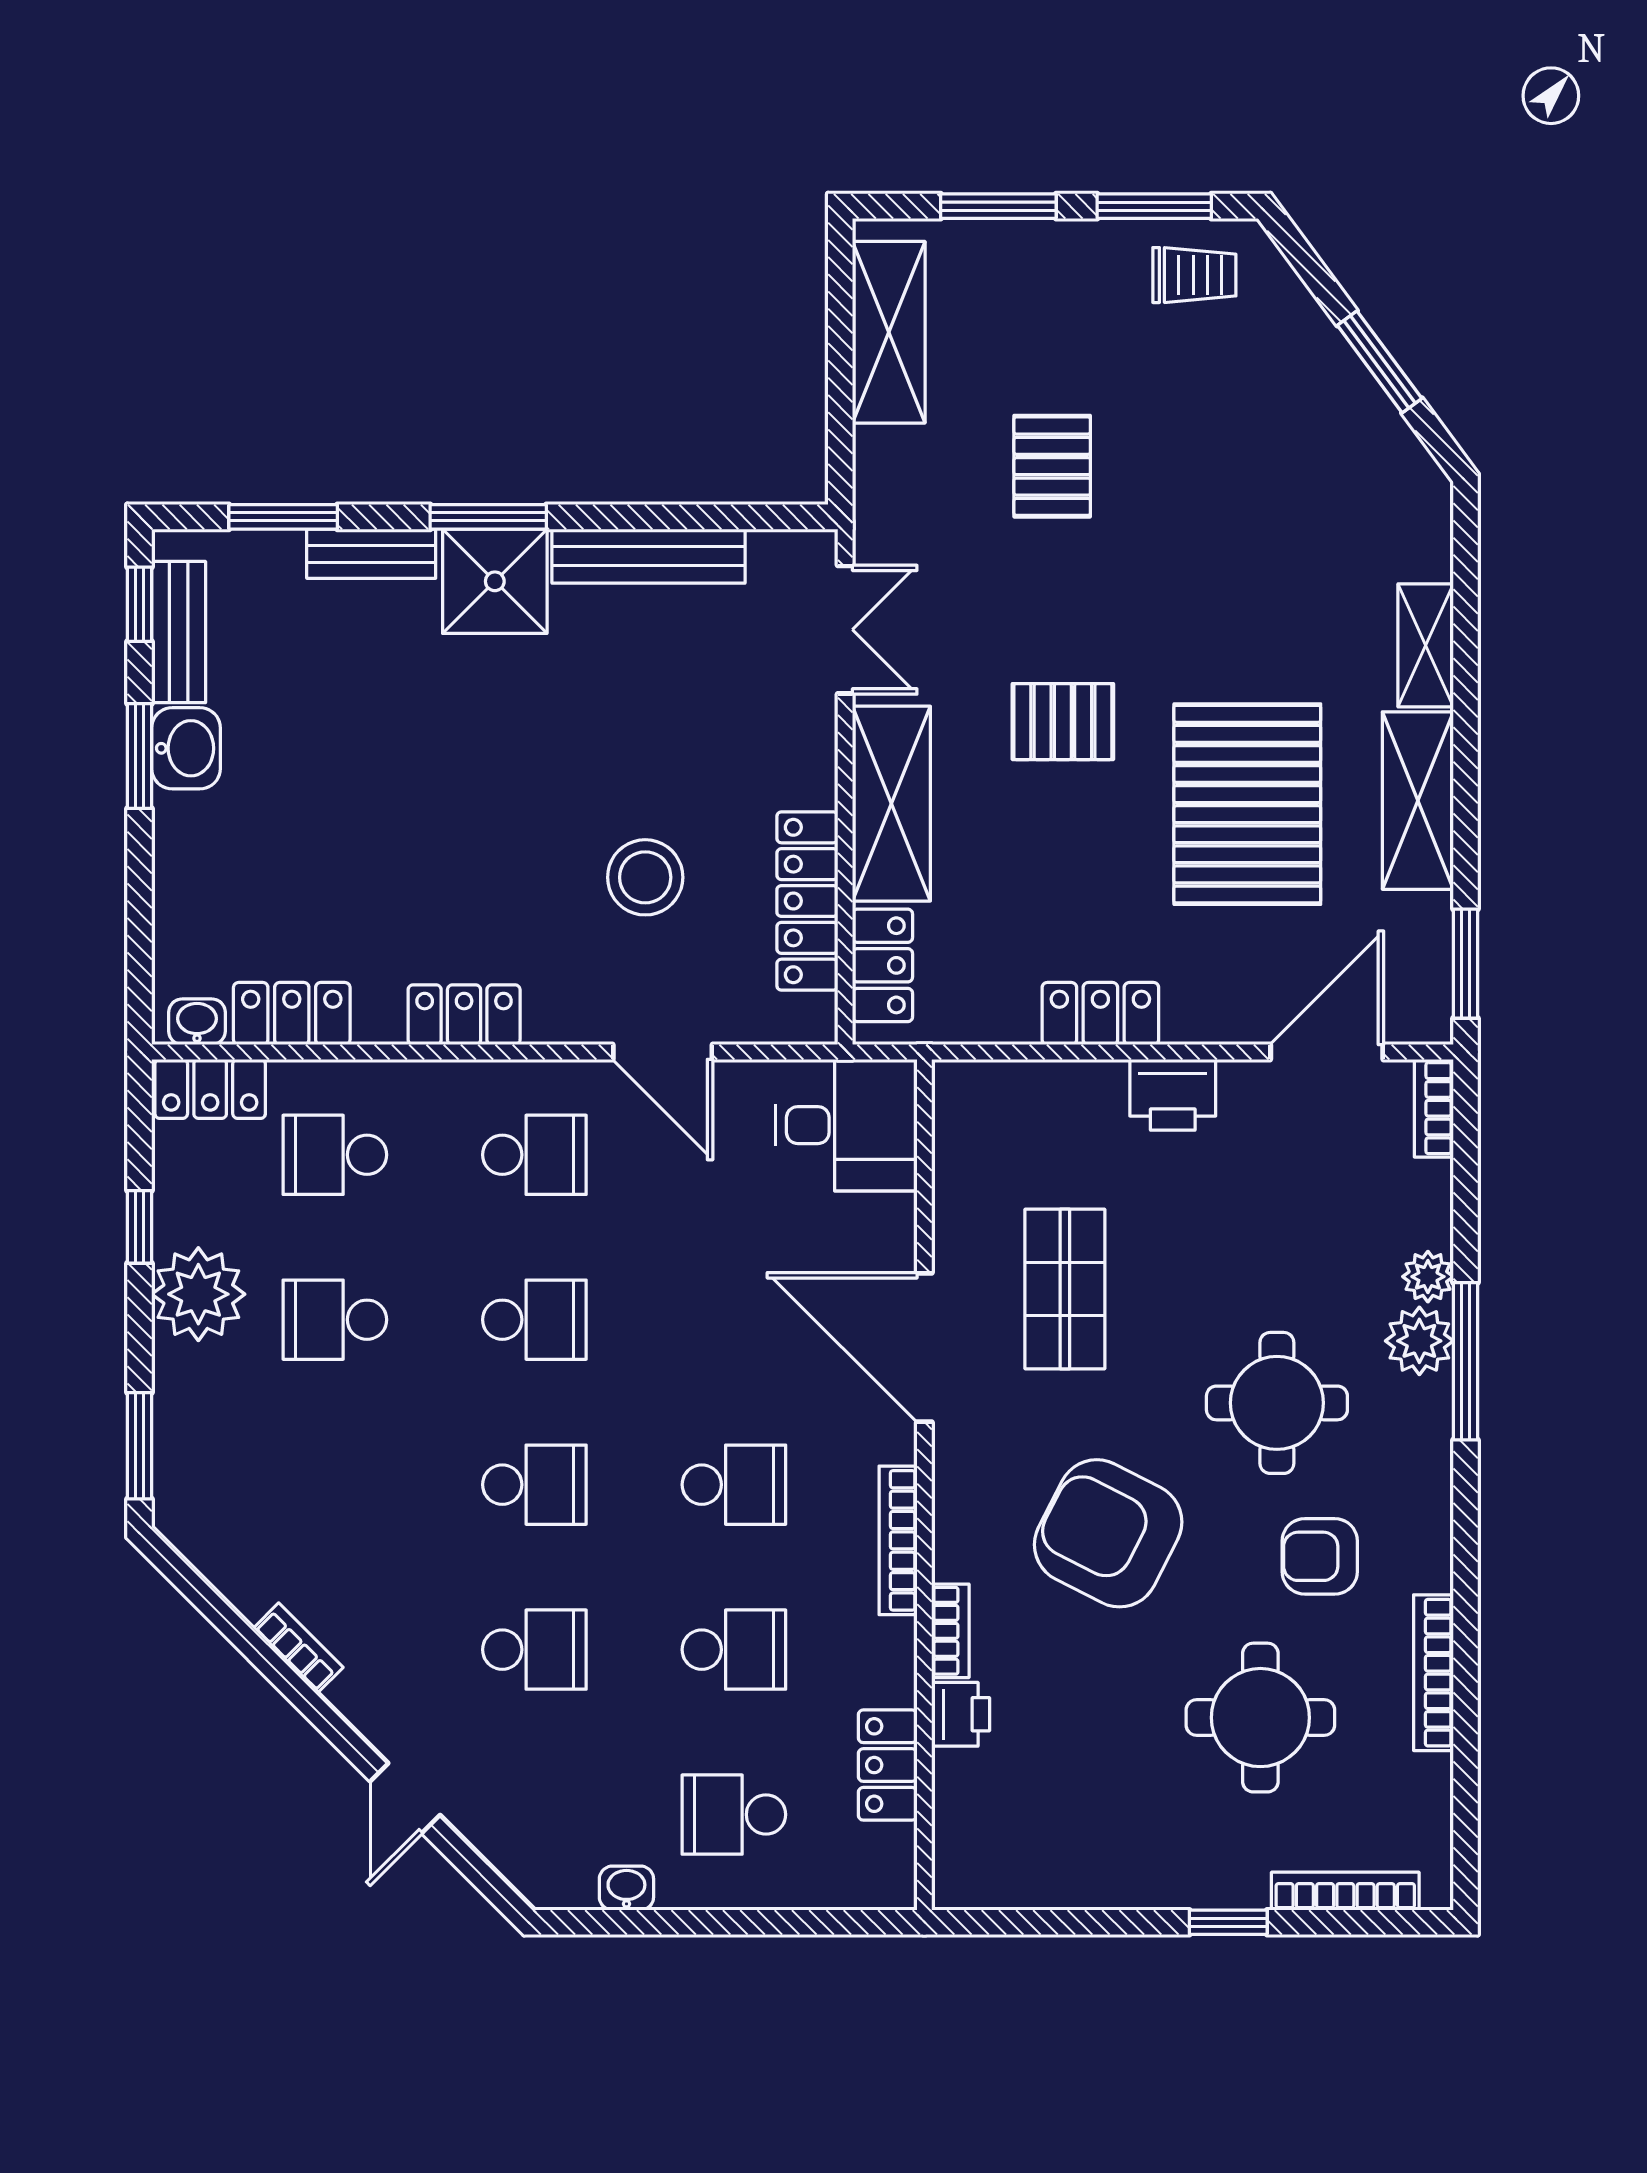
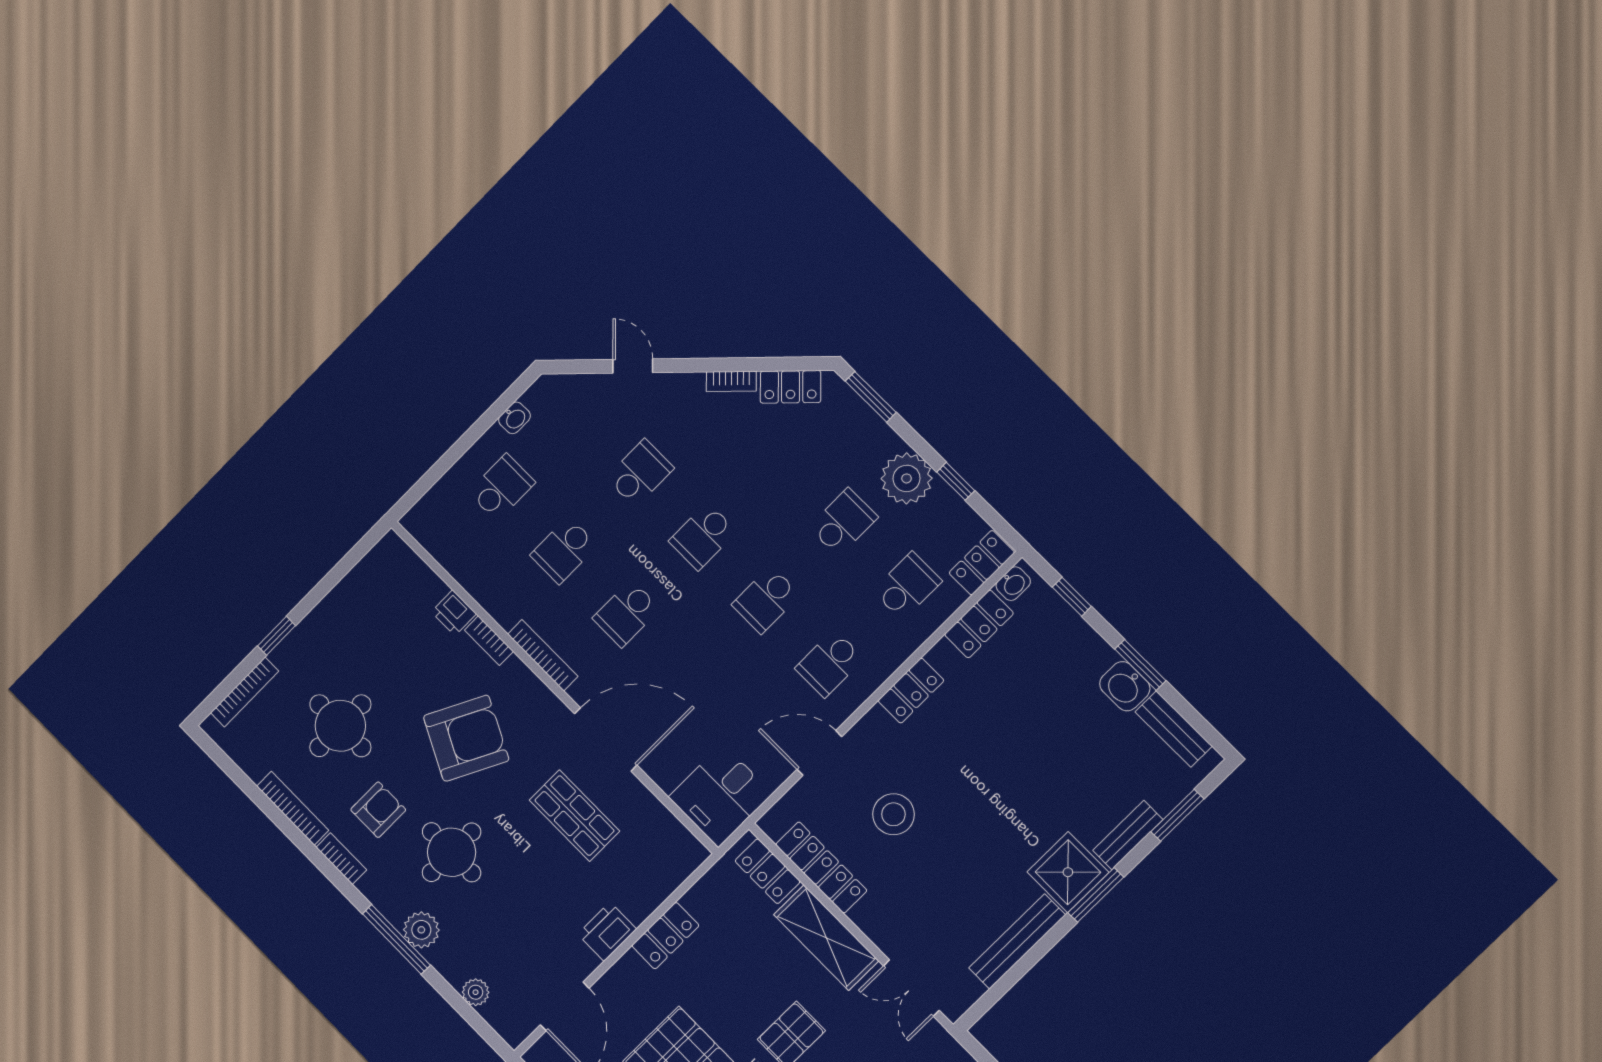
window: (139, 604) -> (1072, 597), moved
bookcase: (1434, 1108) -> (341, 859), moved
plant: (1428, 1277) -> (476, 992), moved
school desk: (534, 1650) -> (640, 473), turned 180
locker: (888, 1765) -> (791, 387), moved, turned 135

